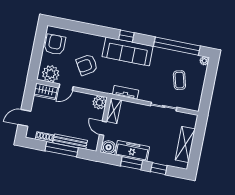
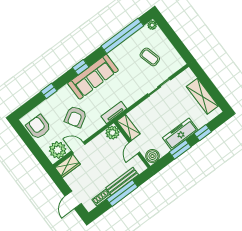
window: (88, 29) -> (49, 91), added
door: (66, 87) -> (78, 148), swing flipped
tv unit: (126, 92) -> (114, 113), moved
door: (103, 128) -> (134, 147), hinge flipped
freezer: (132, 151) -> (180, 134), moved

